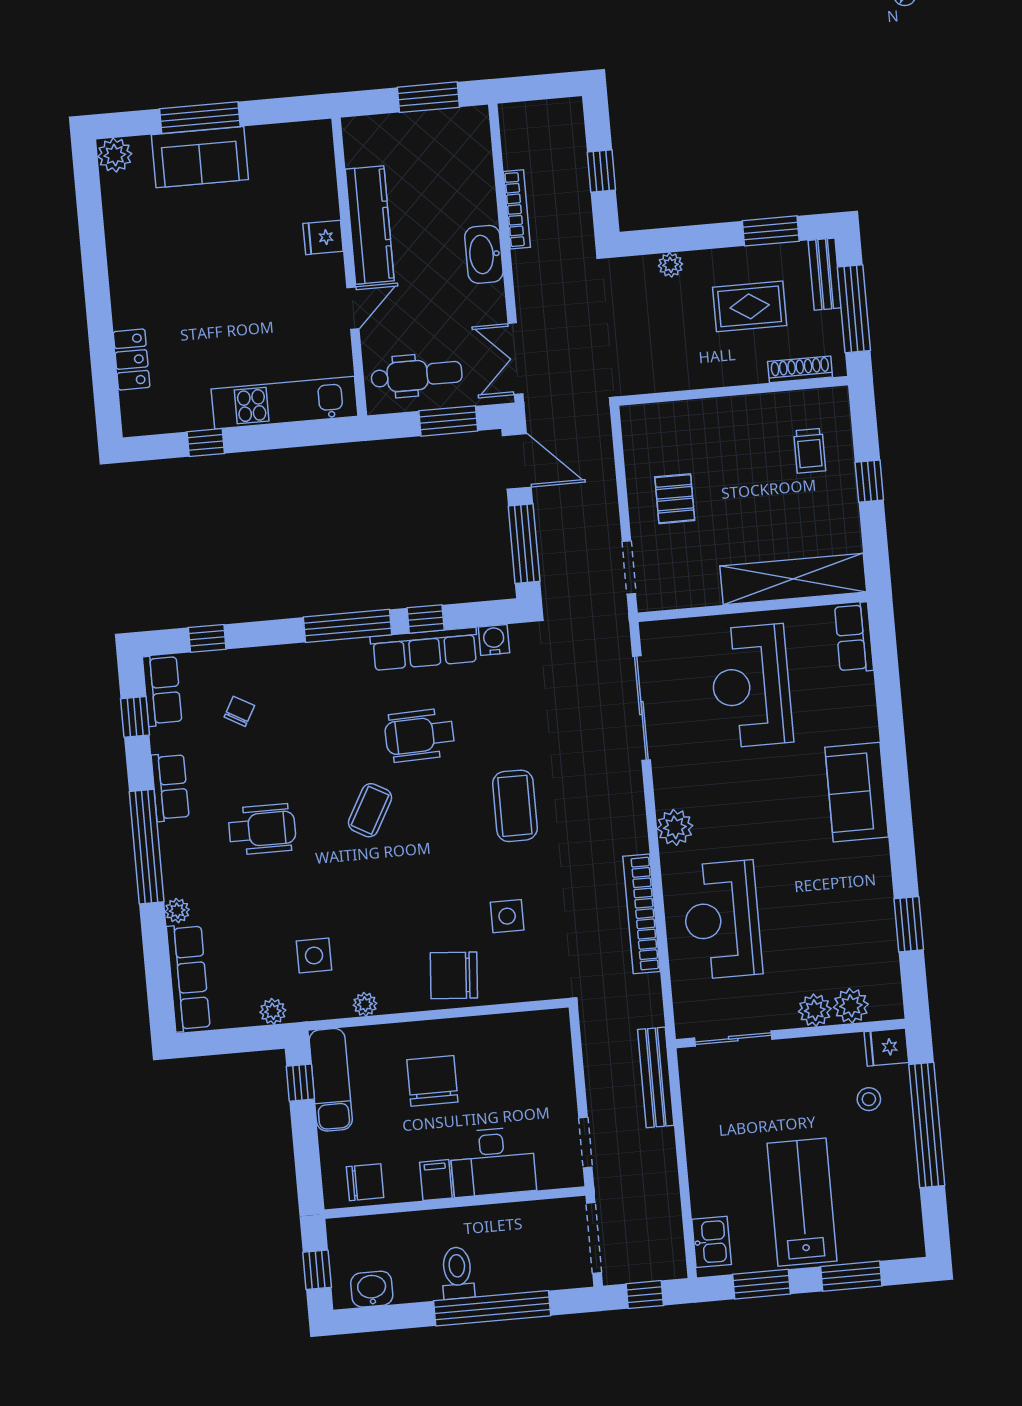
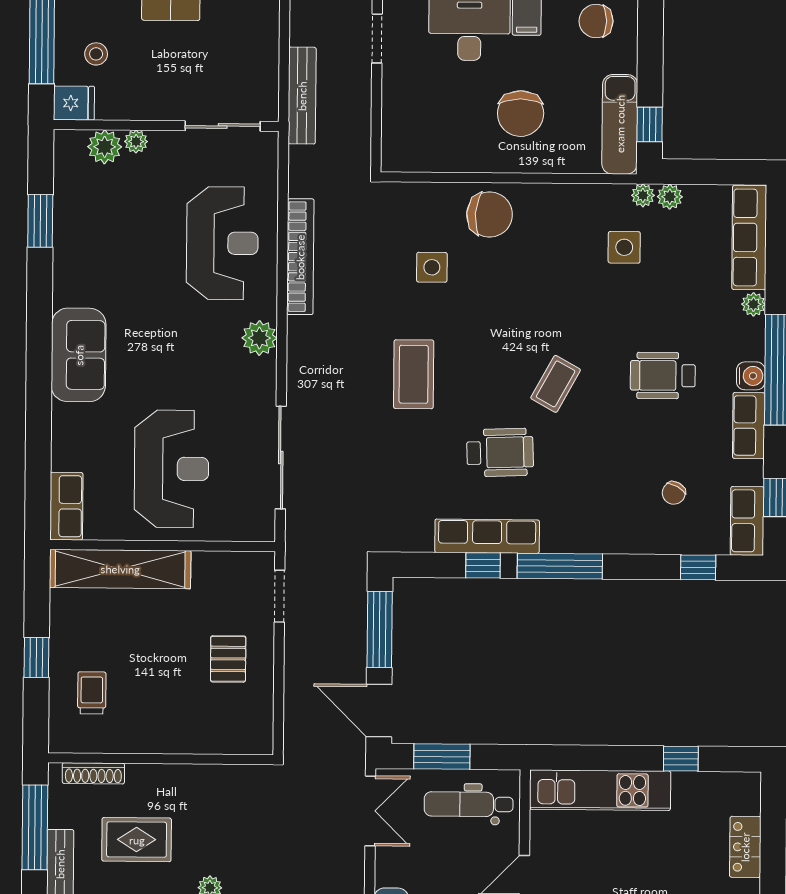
water cooler: (494, 640) -> (751, 376), moved, turned -90
plant: (365, 1004) -> (643, 195), moved
plant: (815, 1010) -> (136, 142), width x0.73, depth x0.73

